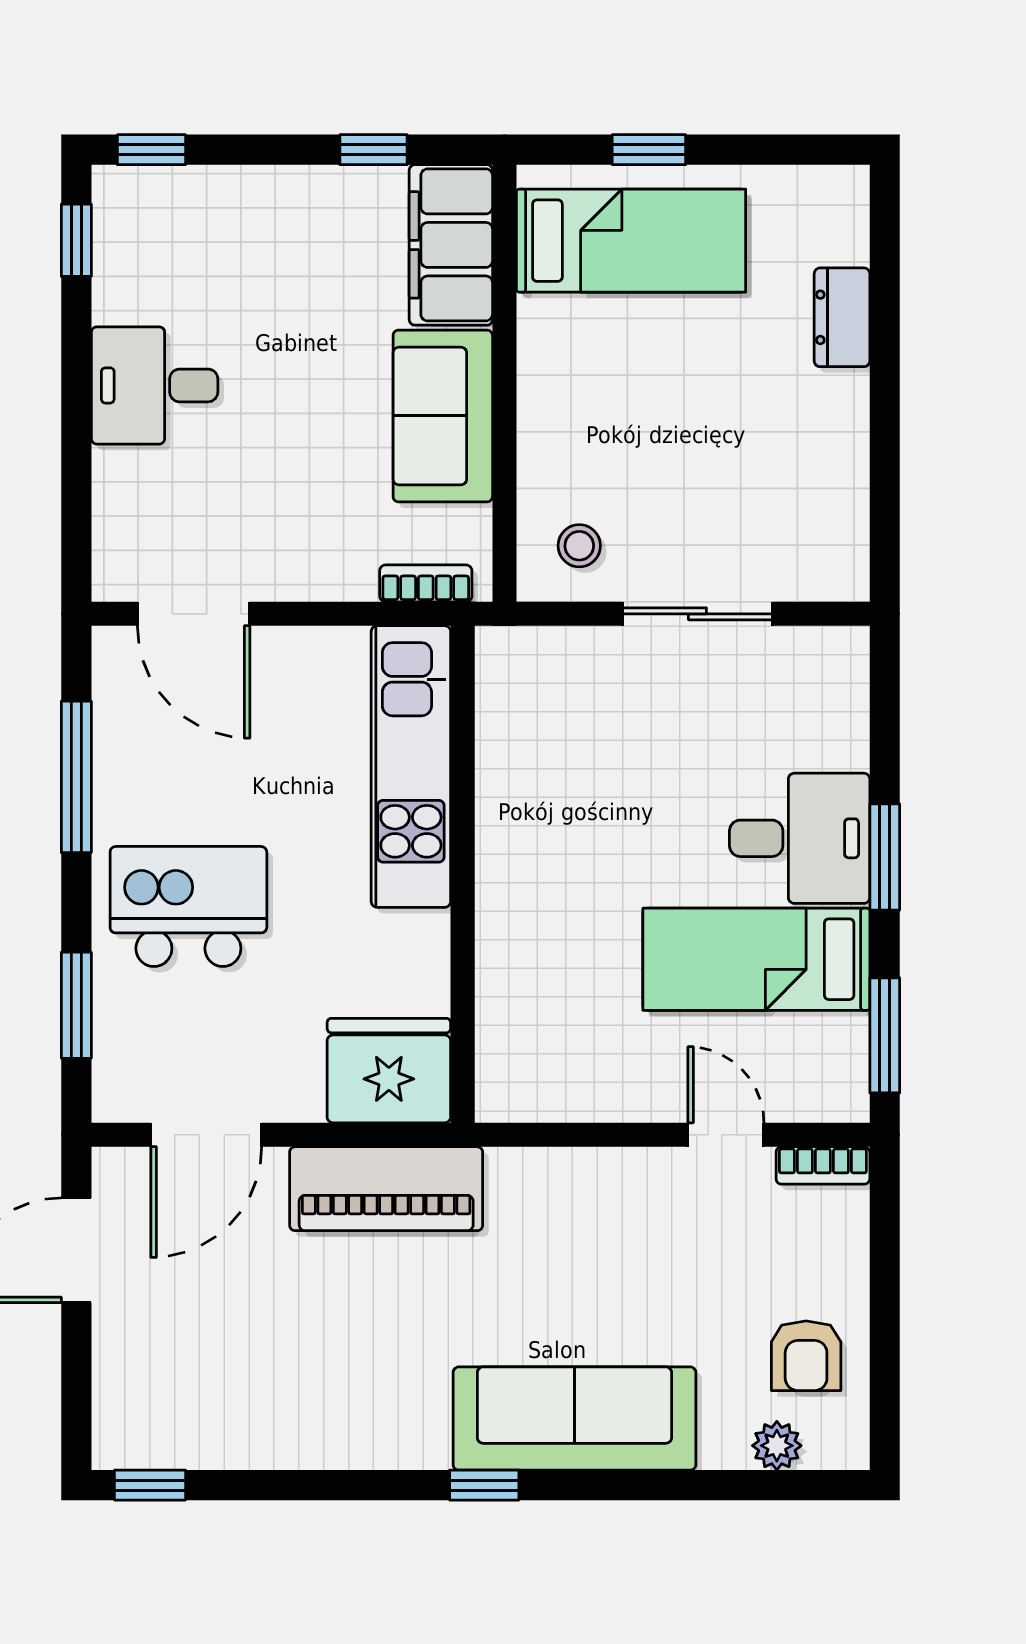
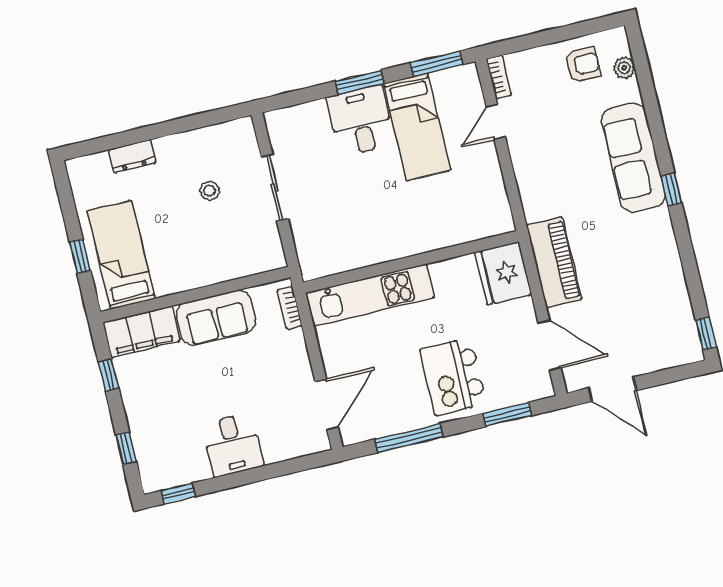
window: (151, 150) -> (126, 448), moved
stool: (579, 546) -> (210, 191), moved

